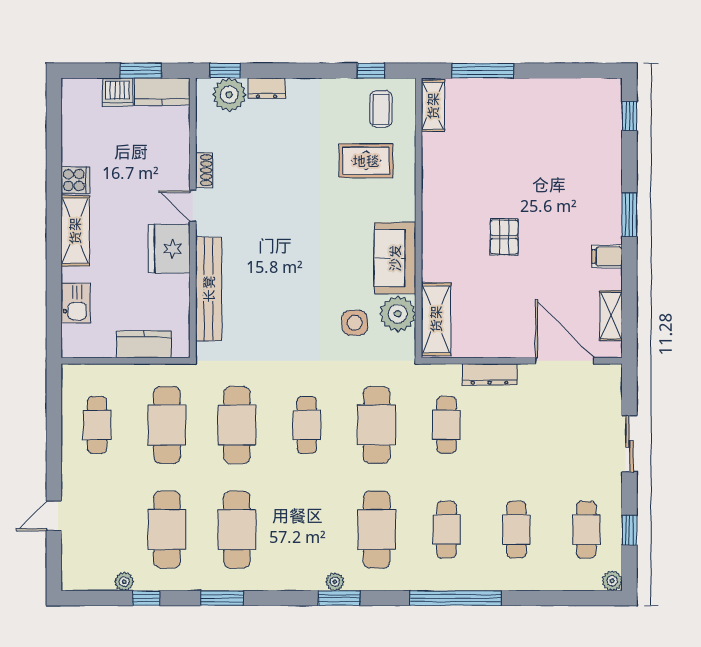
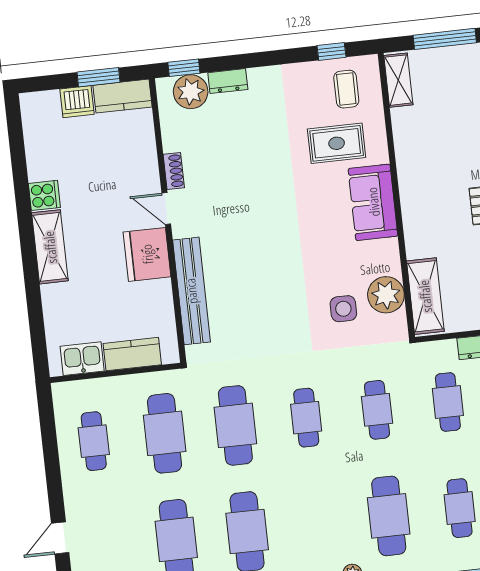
sofa: (395, 258) -> (373, 202), moved
kitchen sink: (76, 303) -> (82, 359), moved, turned -90
cafe table: (377, 425) -> (377, 410), width x0.73, depth x0.74

